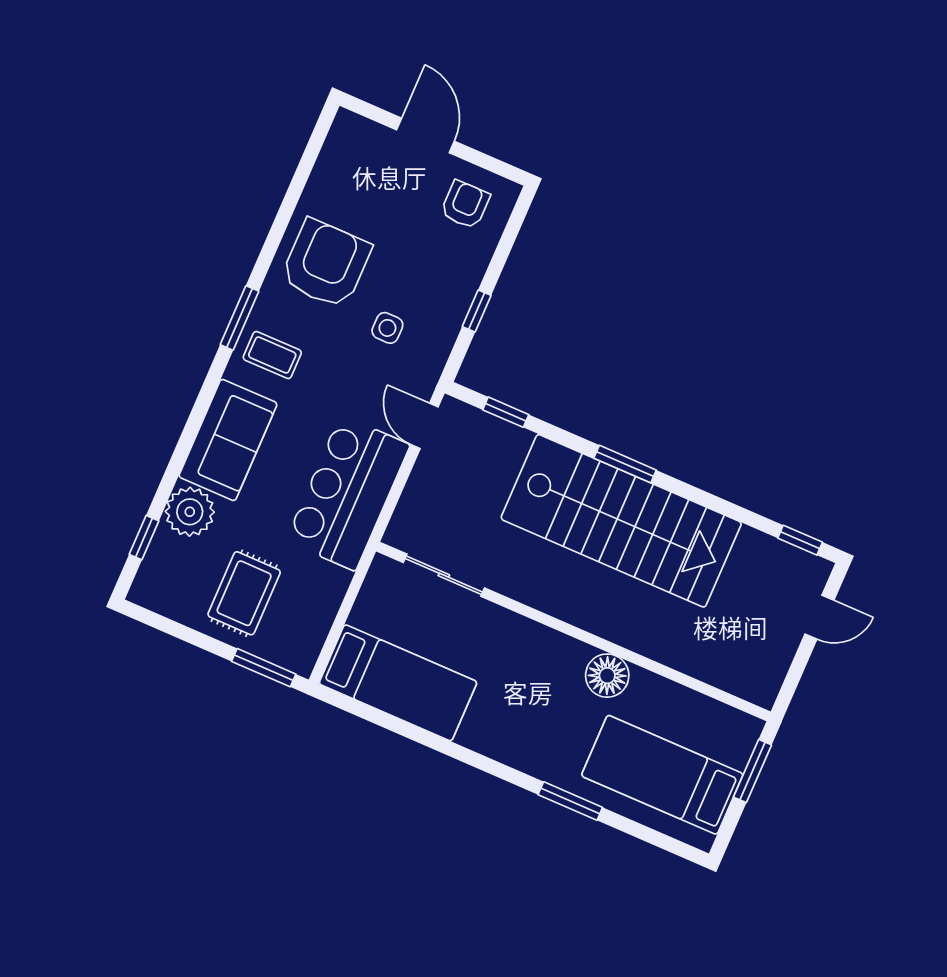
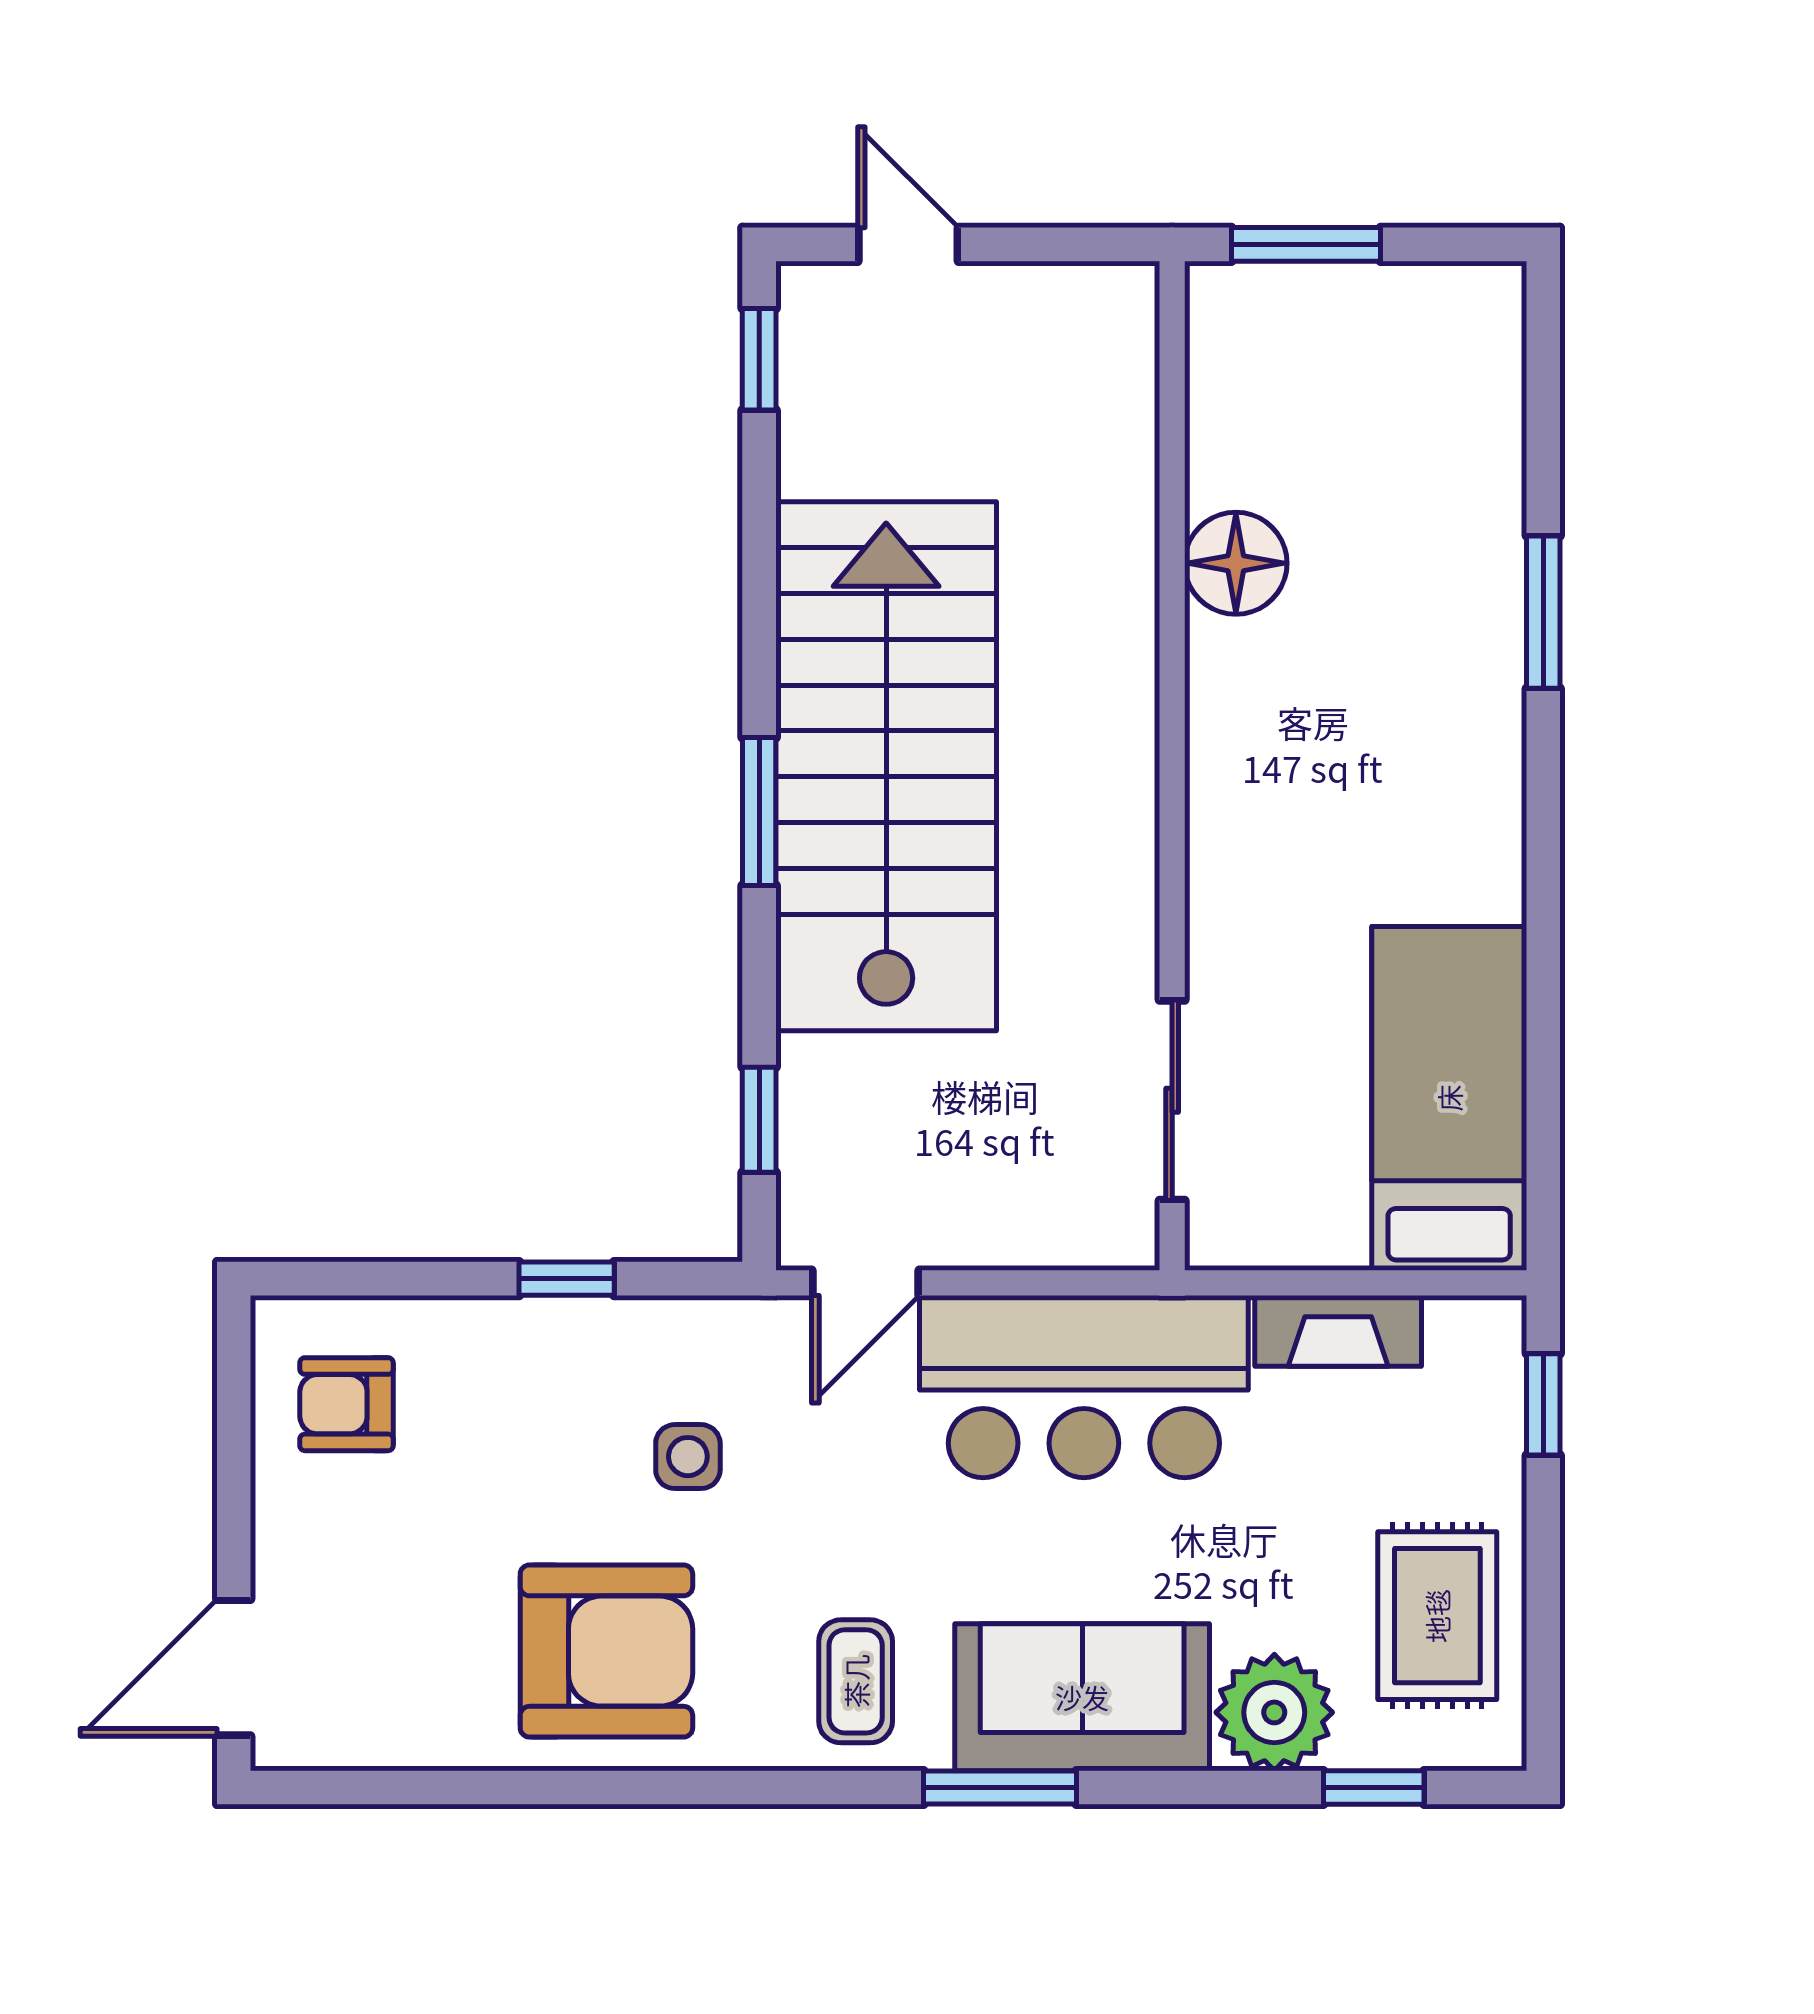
door: (425, 135) -> (234, 1668), moved
armchair: (326, 264) -> (606, 1651), turned 180
window: (240, 318) -> (1000, 1787), moved
rug: (244, 593) -> (1437, 1616), moved, turned 90
fireplace: (327, 601) -> (1338, 1331), added
window: (264, 668) -> (1543, 1404), width x0.67
floor lamp: (607, 676) -> (1236, 563), moved
bed: (662, 775) -> (1399, 437), removed

